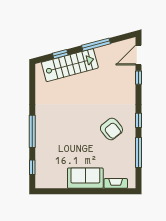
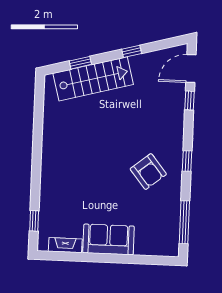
window: (96, 45) -> (132, 51), width x0.46
window: (32, 131) -> (36, 170), removed
window: (138, 152) -> (184, 222), moved
fireplace: (116, 183) -> (65, 245), moved

